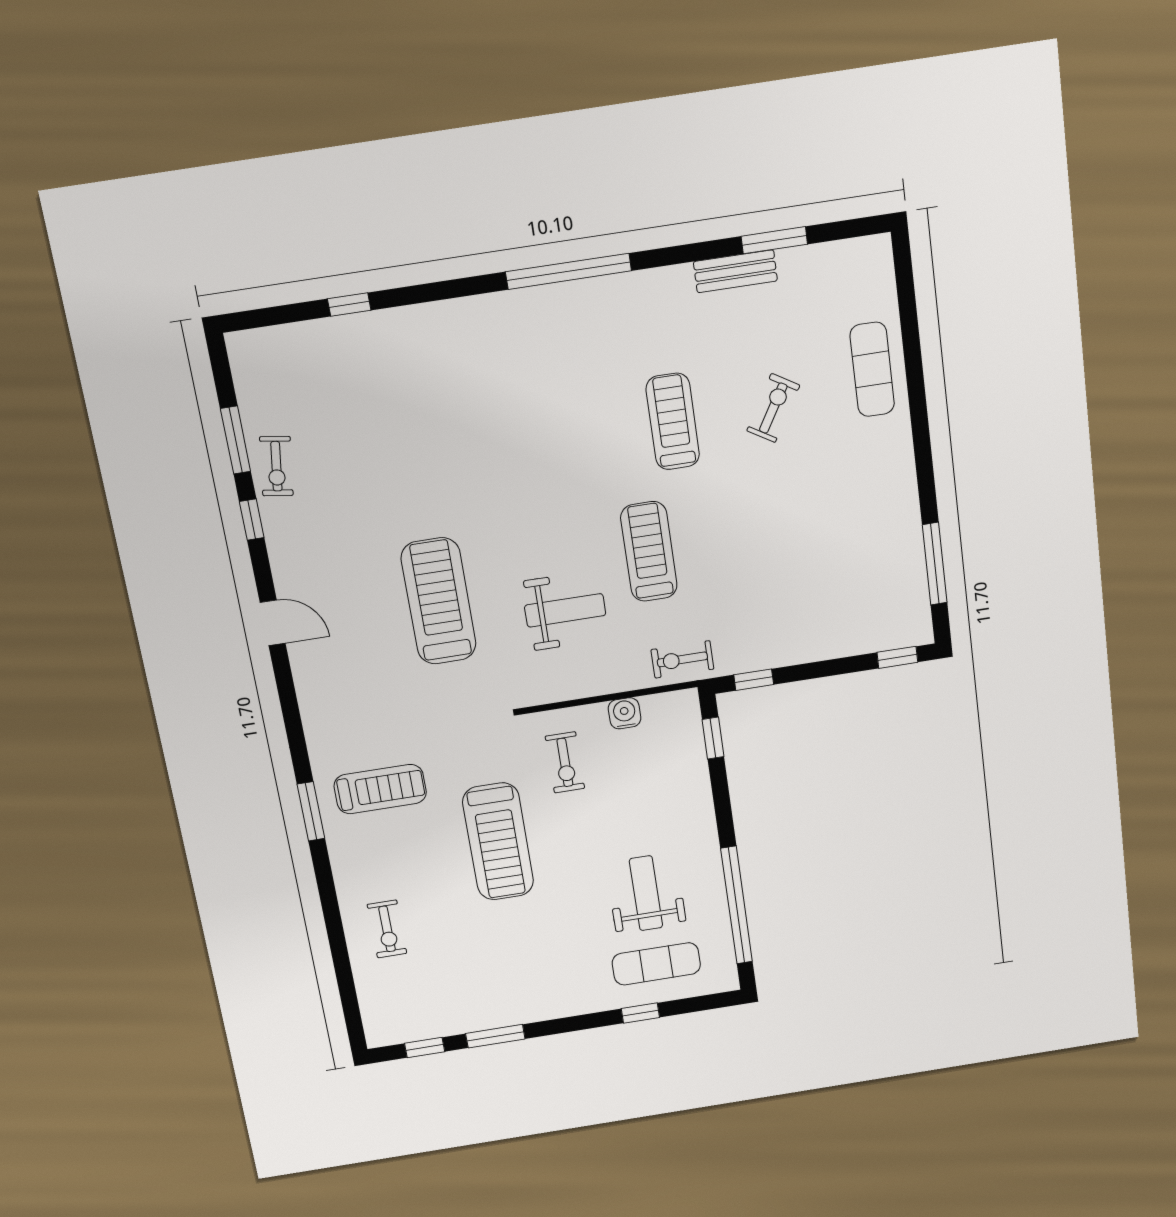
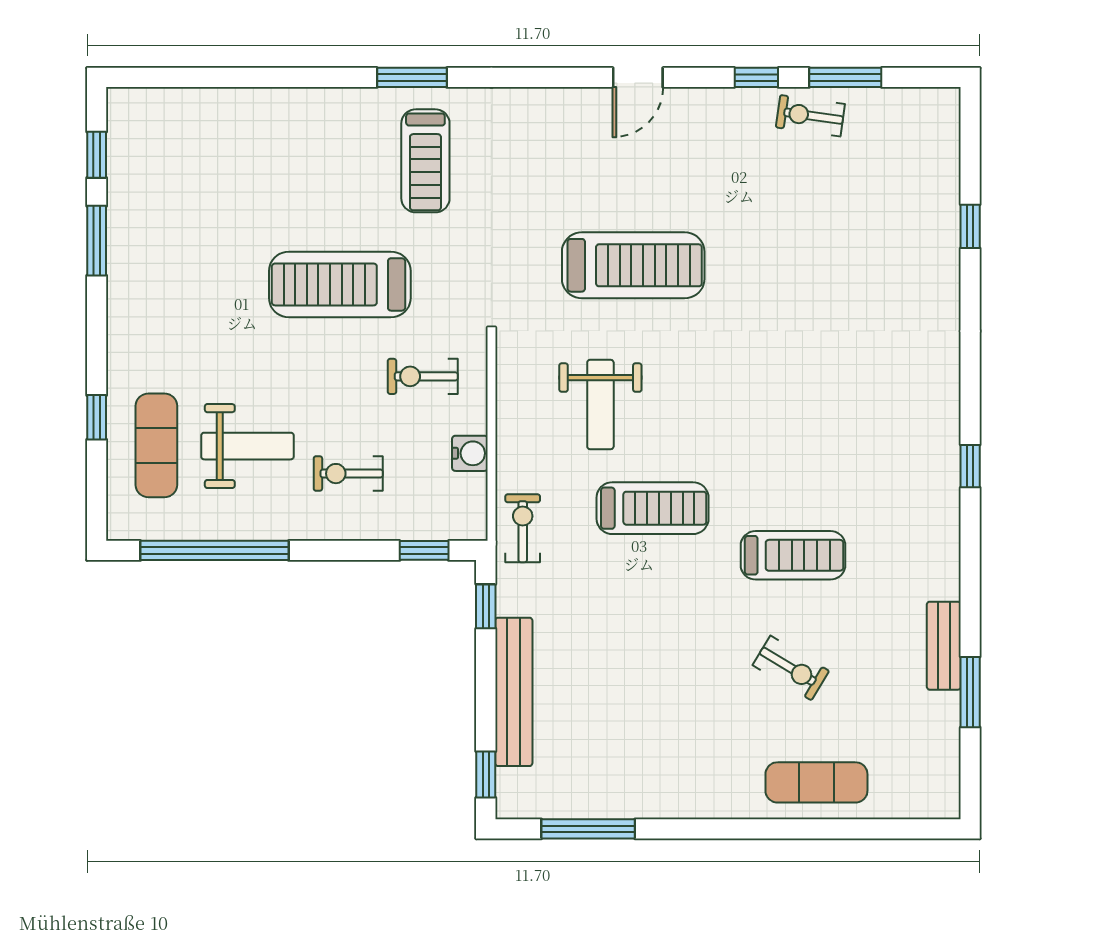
window: (569, 271) -> (970, 466), width x0.32
bench: (824, 645) -> (514, 692), added
exercise bike: (387, 929) -> (348, 474), moved

